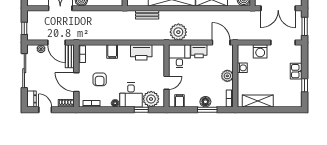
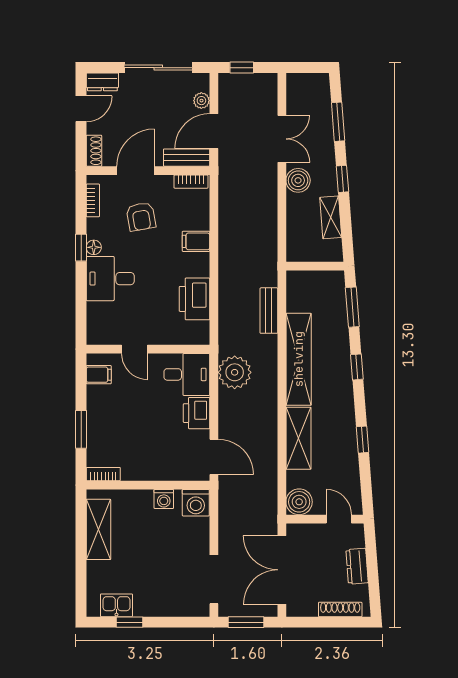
door: (221, 43) -> (214, 457), hinge flipped
washing machine: (260, 51) -> (196, 503), moved, turned -90
kitchen sink: (296, 71) -> (116, 605), moved
plant: (227, 76) -> (148, 469), removed
armchair: (100, 79) -> (141, 217), turned -100
plant: (151, 99) -> (102, 318), removed
floor lamp: (205, 102) -> (97, 426), removed
window: (141, 110) -> (81, 248), moved

